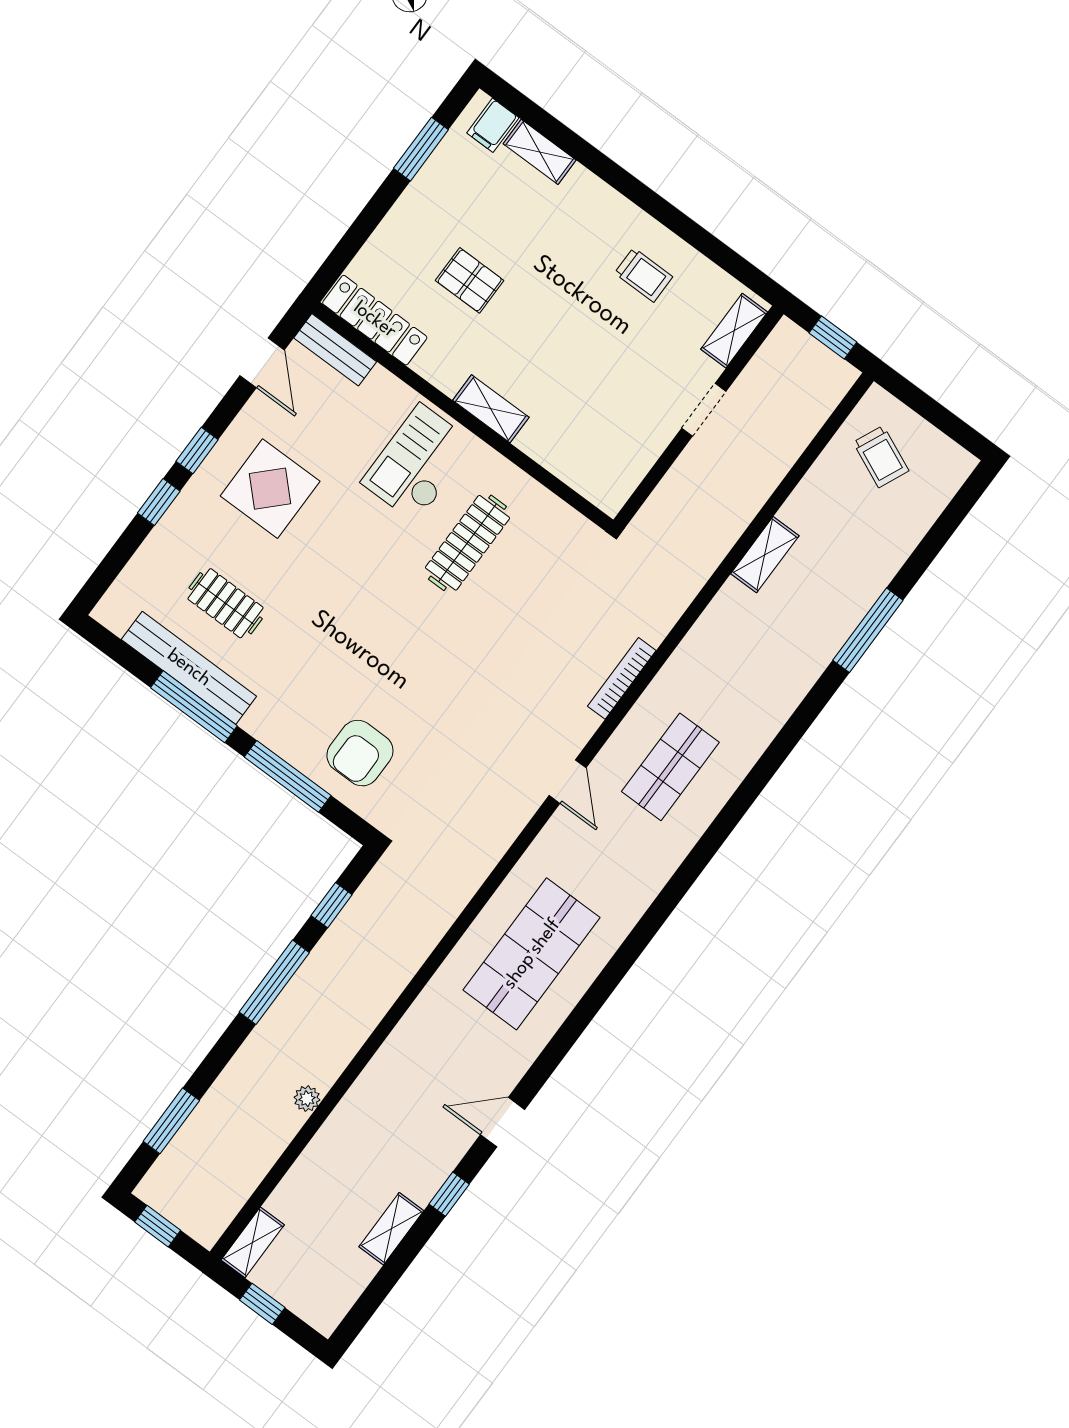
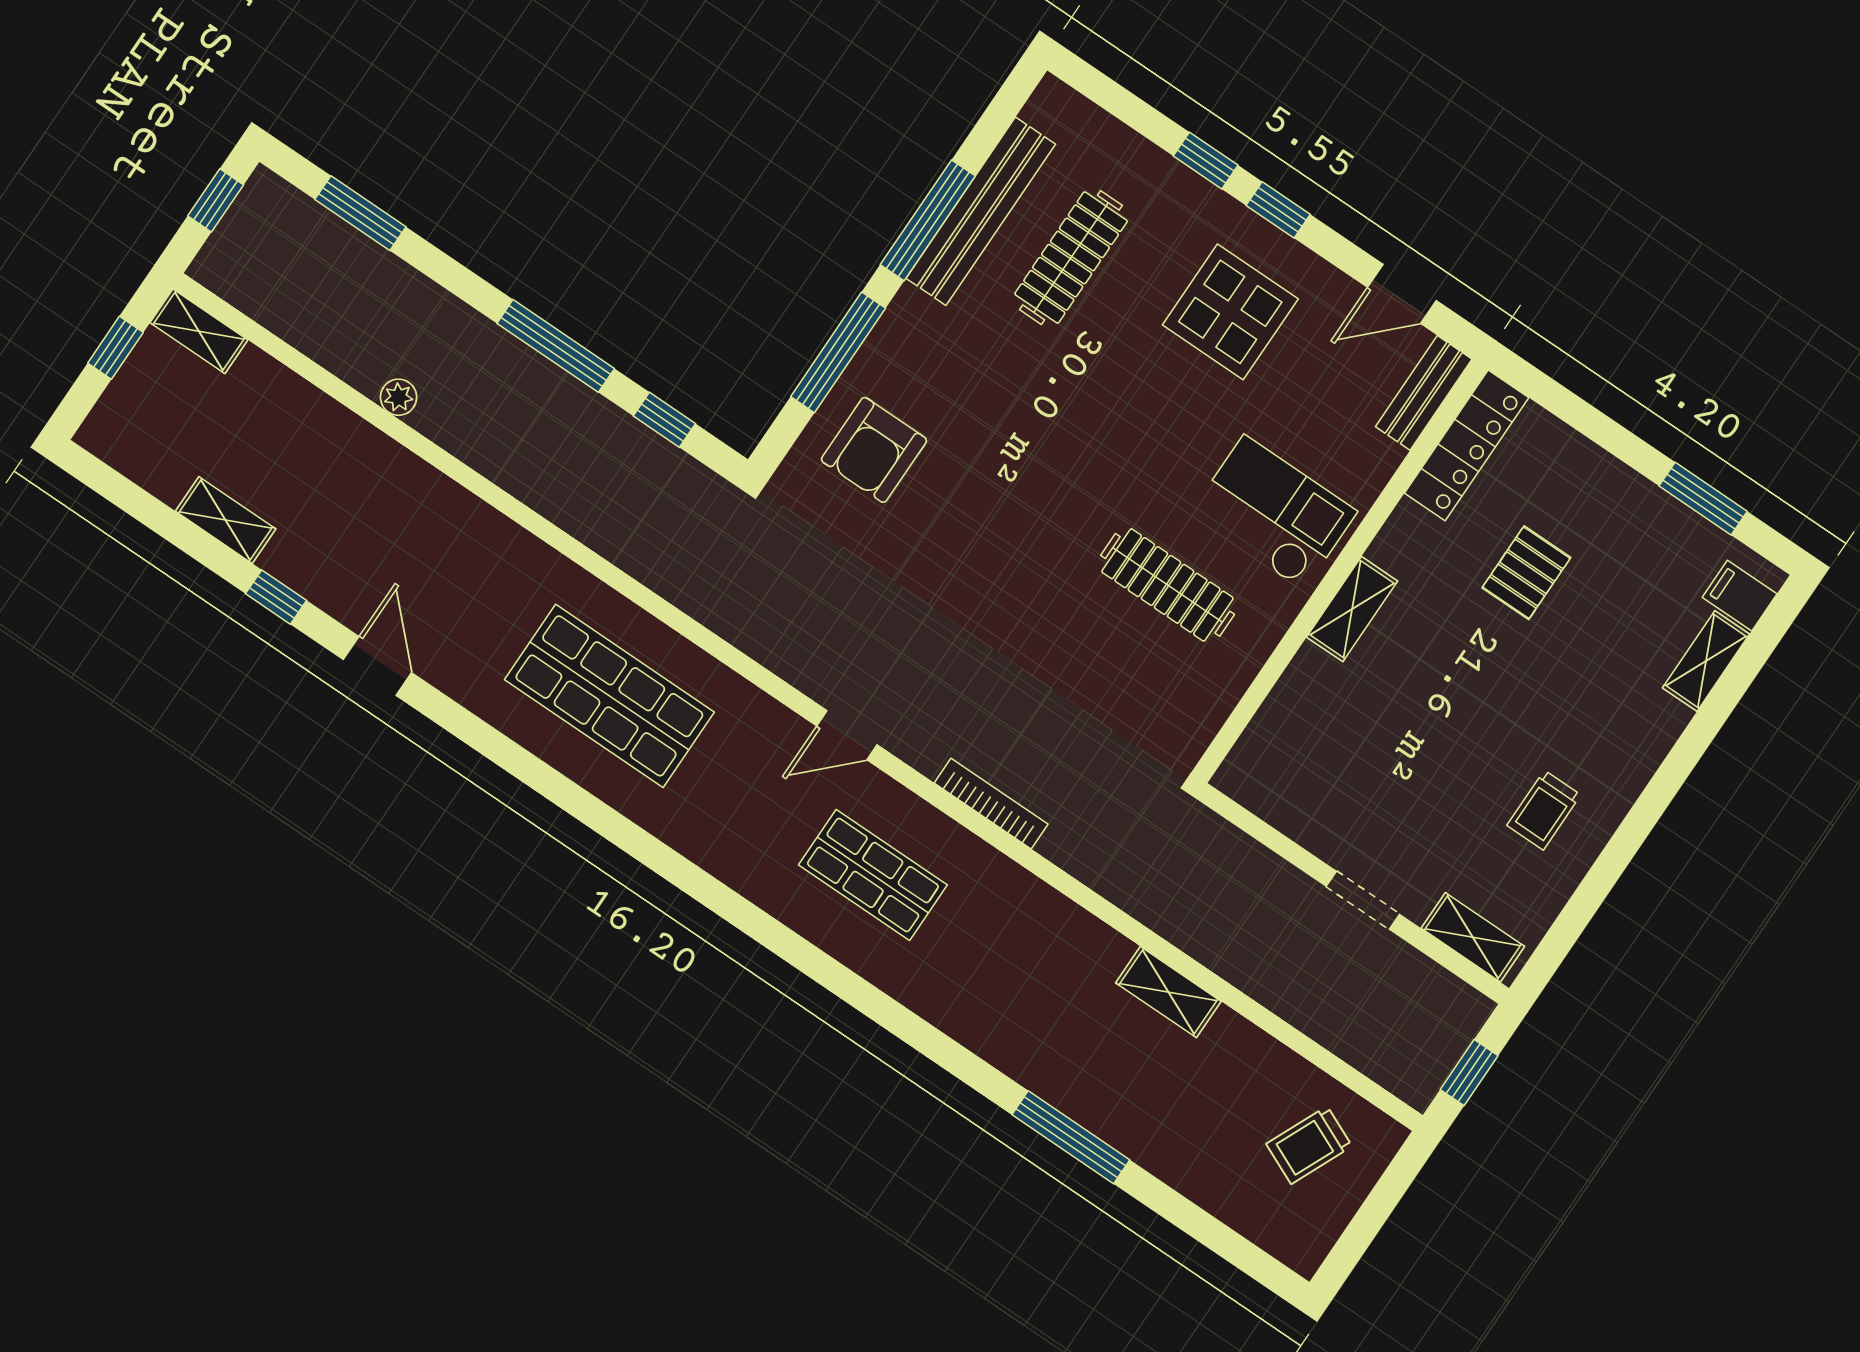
clothes rail: (226, 603) -> (1071, 258), width x1.36
armchair: (360, 753) -> (874, 450), turned -90

